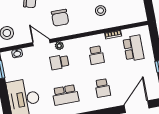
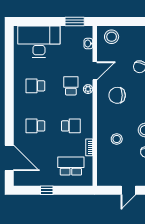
school desk: (133, 48) -> (71, 166), turned 180
school desk: (96, 55) -> (71, 126), turned 180
school desk: (65, 95) -> (35, 86), width x0.54

